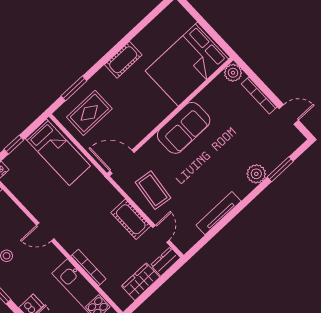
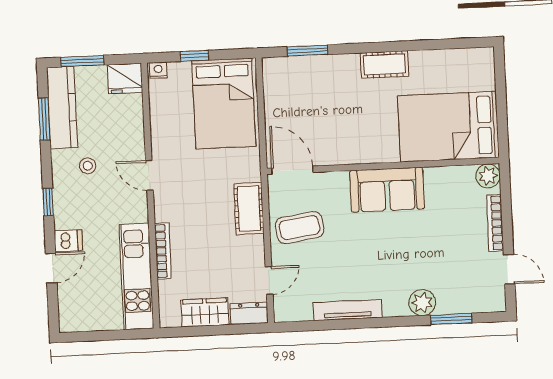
rug: (89, 113) -> (302, 90), removed
bed: (58, 152) -> (224, 104), width x1.50
coffee table: (153, 190) -> (300, 228), turned 75
cot: (131, 219) -> (249, 208), moved

